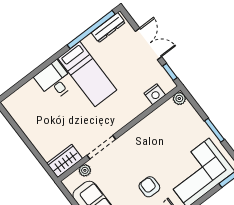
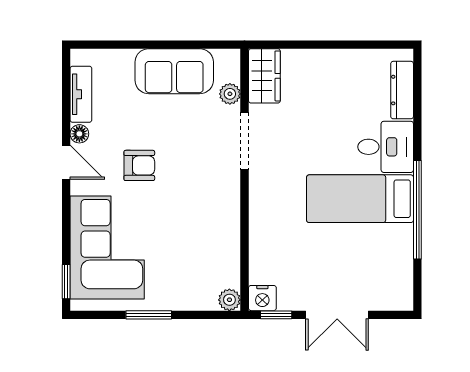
dresser: (108, 28) -> (402, 90), moved
window: (91, 30) -> (417, 210), moved
nightstand: (155, 94) -> (262, 298), moved, turned -90

